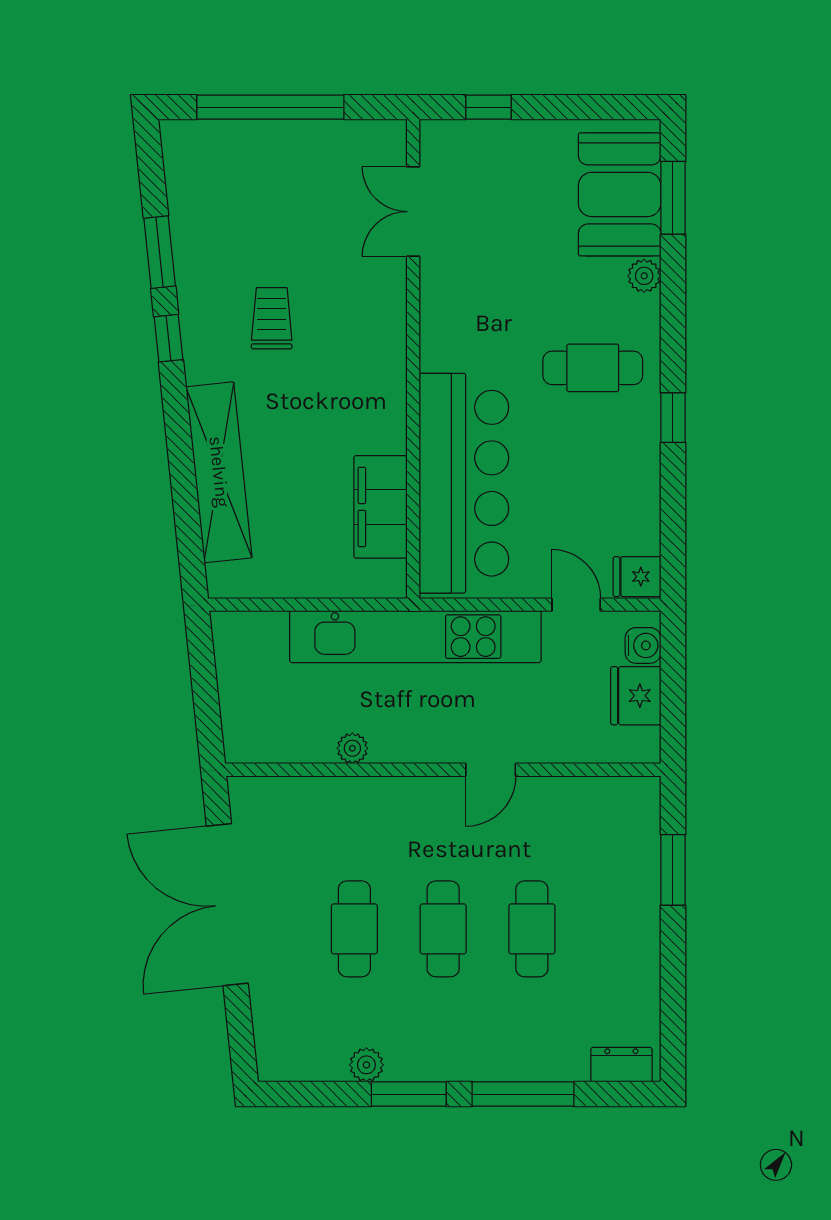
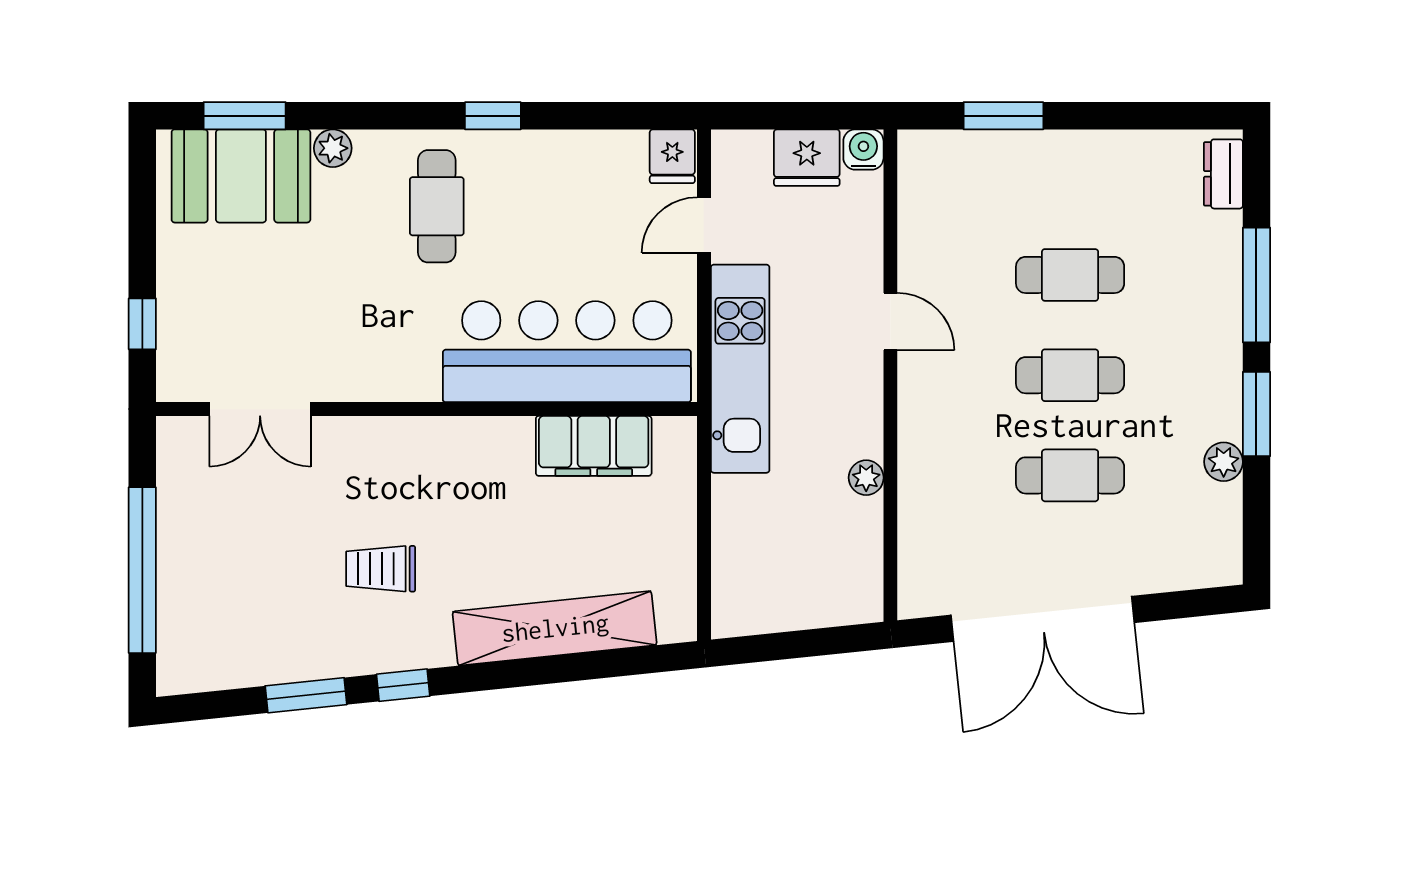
kitchen unit: (415, 637) -> (740, 369), width x0.73
water cooler: (643, 645) -> (863, 150), moved

